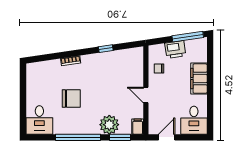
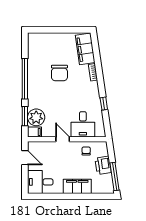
filing cabinet: (44, 70) -> (85, 49), added
door: (146, 95) -> (63, 139), hinge flipped
desk: (39, 120) -> (83, 124), moved, turned -90
plant: (109, 125) -> (36, 117), moved

